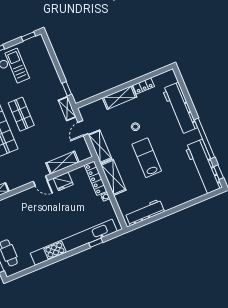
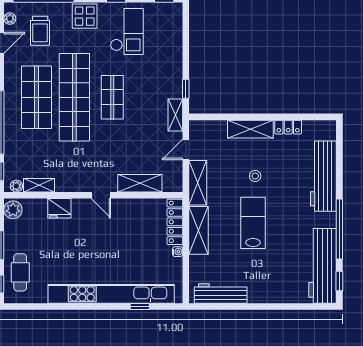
fridge: (63, 181) -> (59, 208), moved

